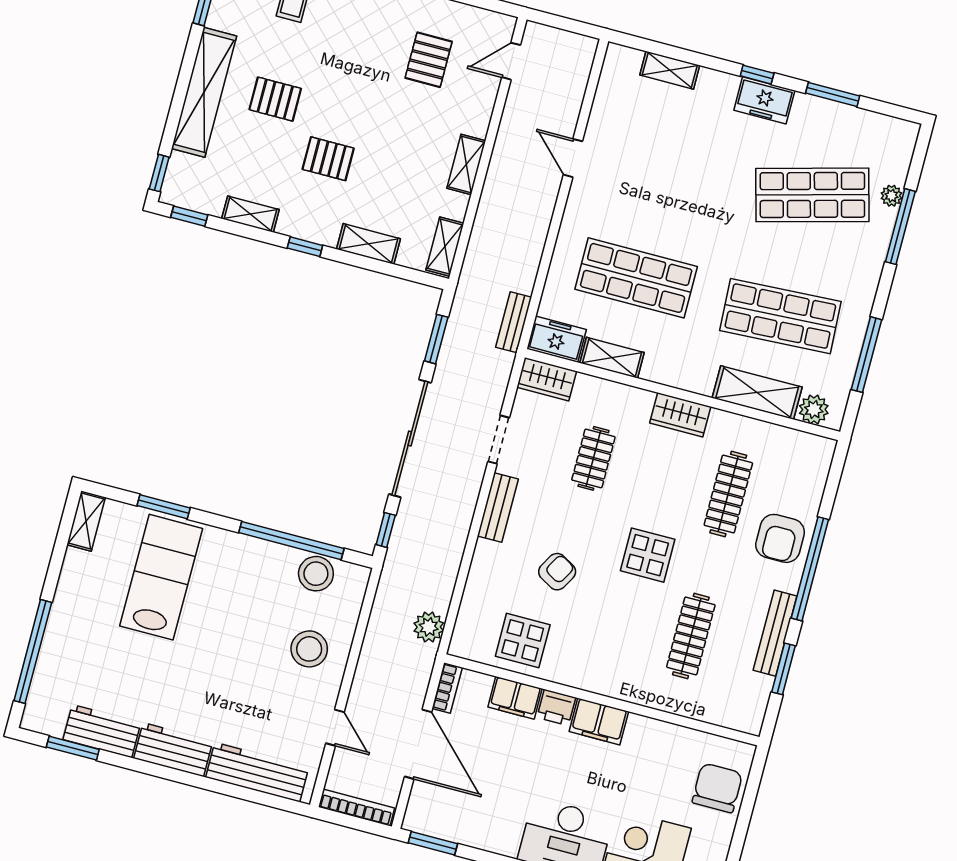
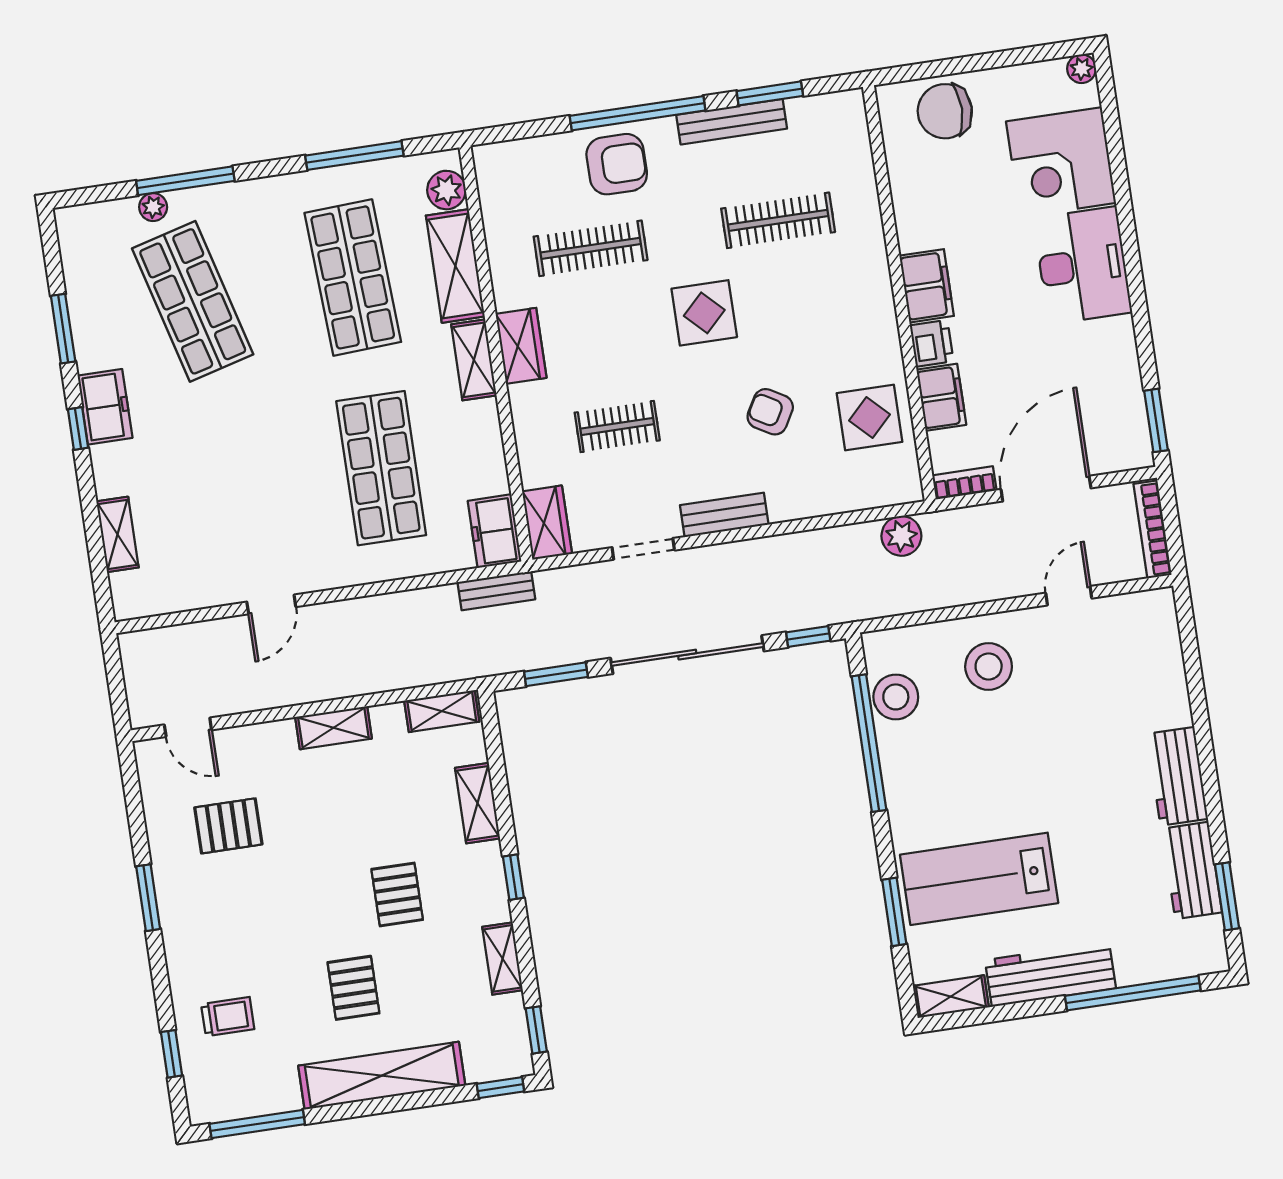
shelving: (612, 358) -> (474, 360), moved
workbench: (257, 772) -> (1050, 974), moved, turned 90

